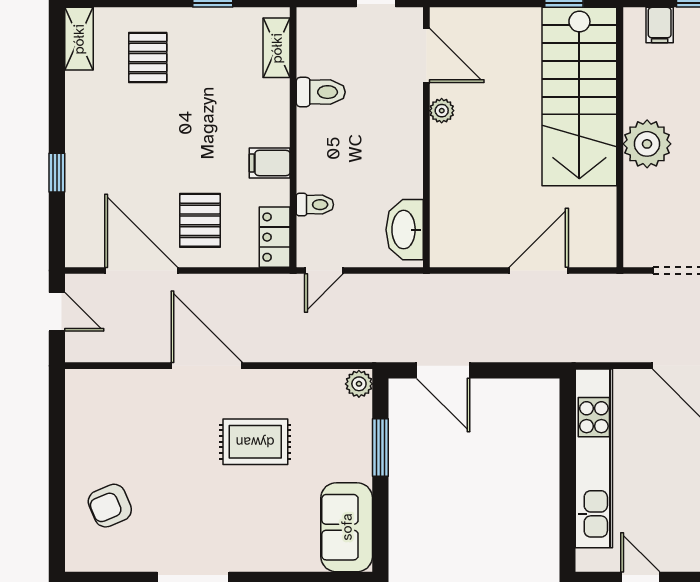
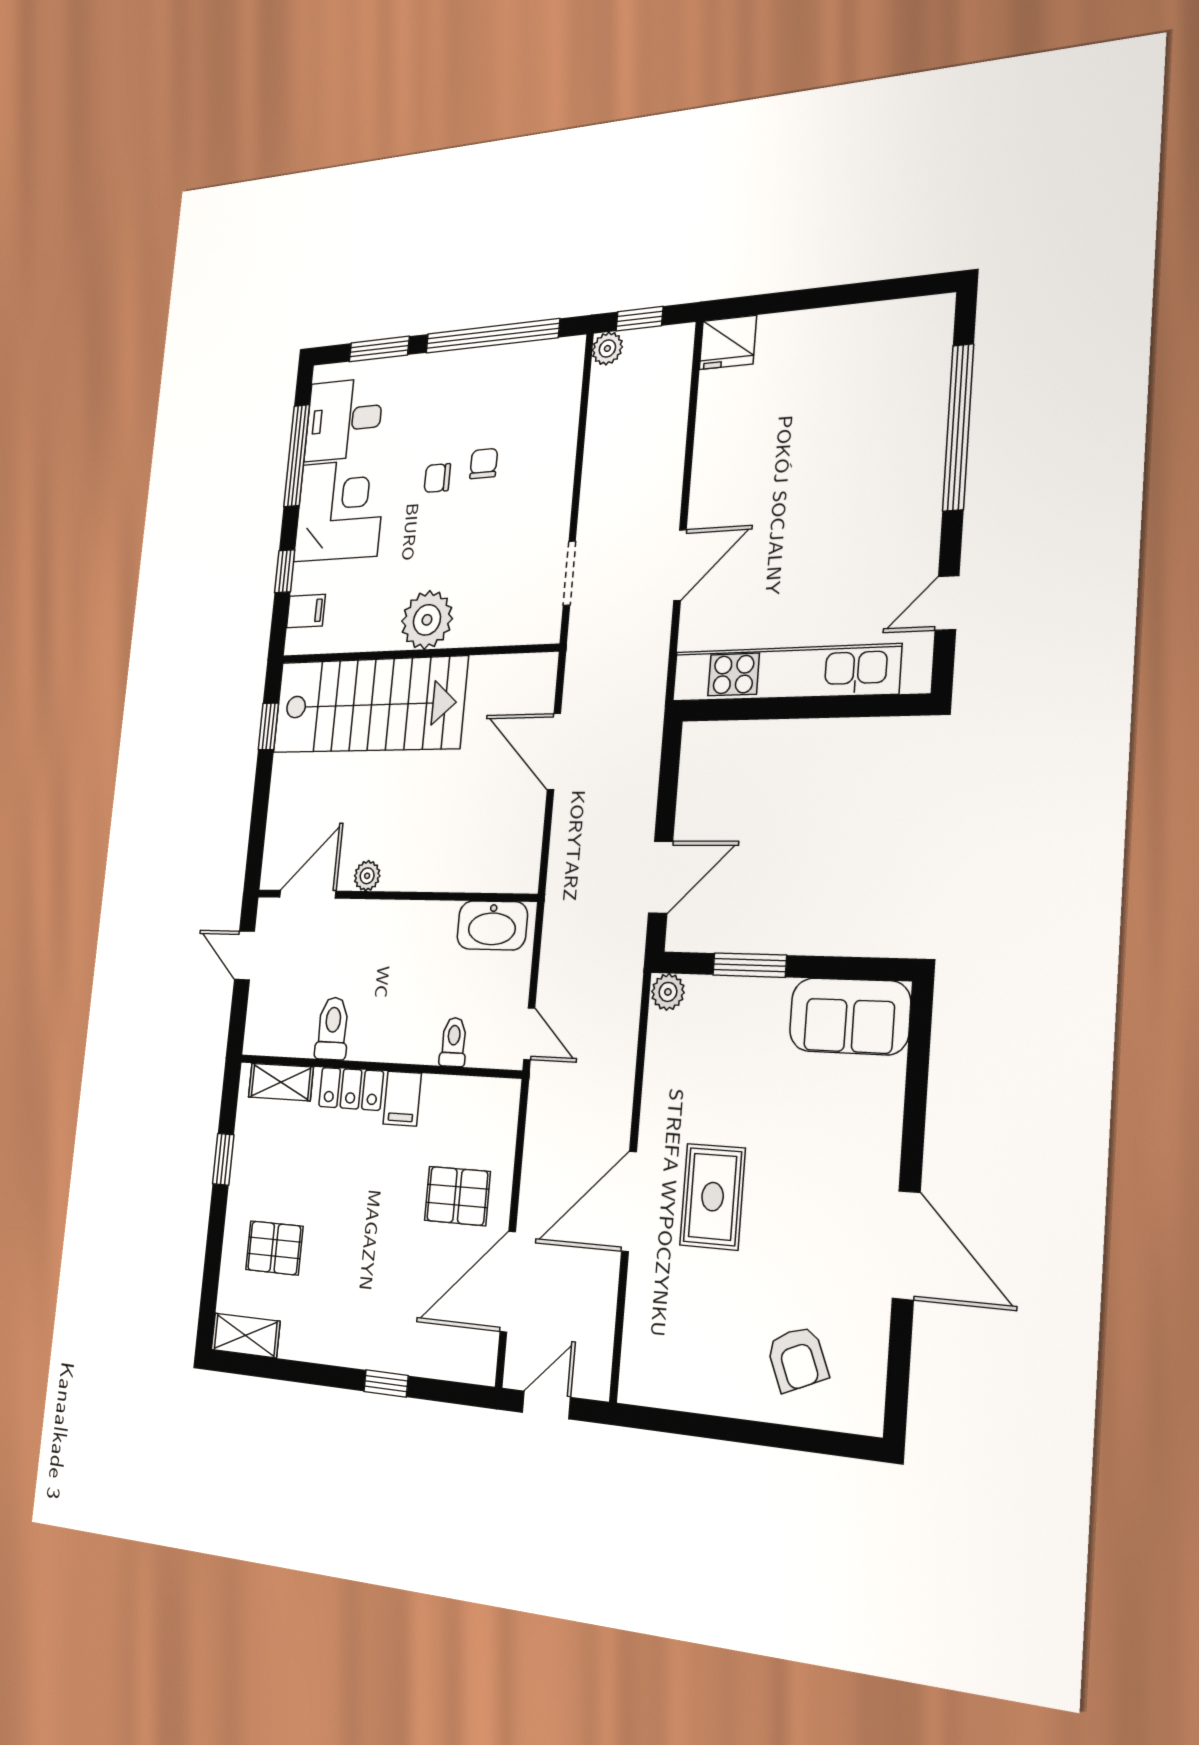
locker: (275, 237) -> (351, 1089), moved
rug: (255, 442) -> (713, 1197), moved

